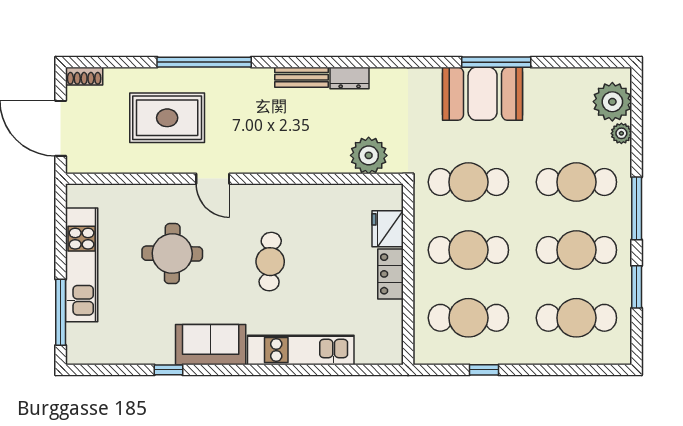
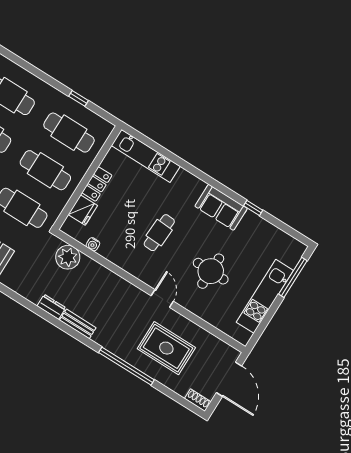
water cooler: (347, 193) -> (93, 244), added
kitchen unit: (301, 350) -> (146, 156), moved

